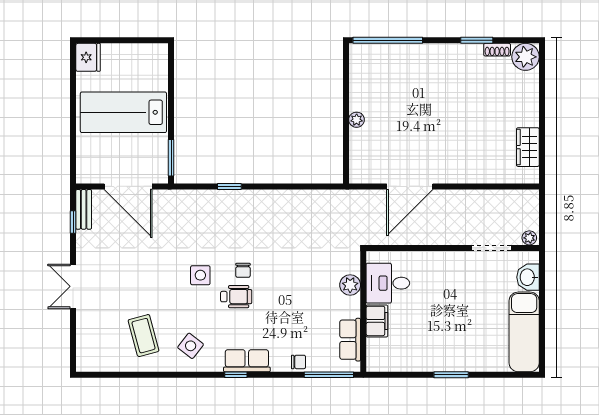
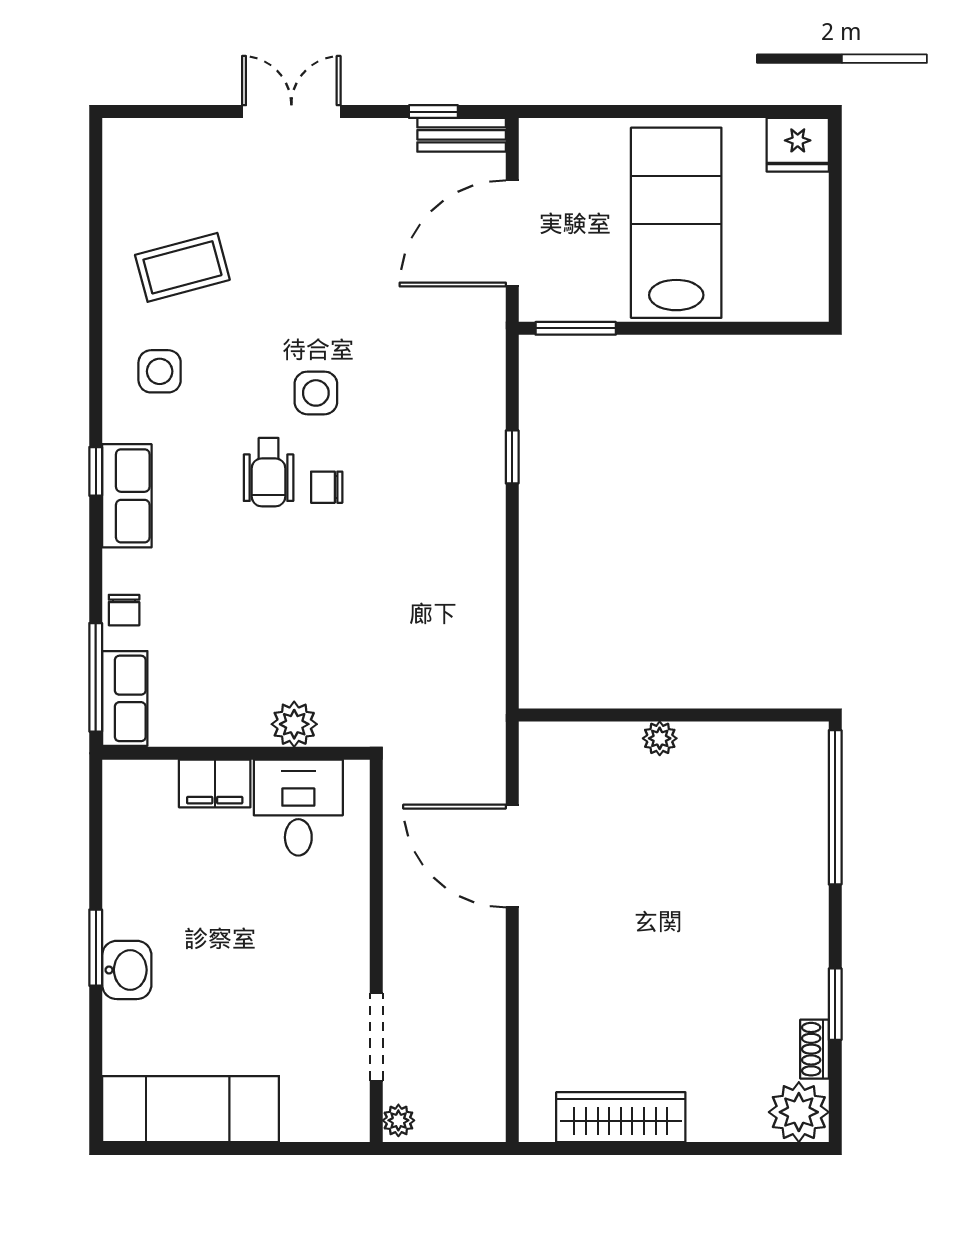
wardrobe: (528, 147) -> (621, 1117), width x1.50
washbasin: (528, 277) -> (127, 970), moved, turned 90
row of seats: (350, 340) -> (125, 698), moved, turned 90
side table: (191, 346) -> (160, 371), turned -38

